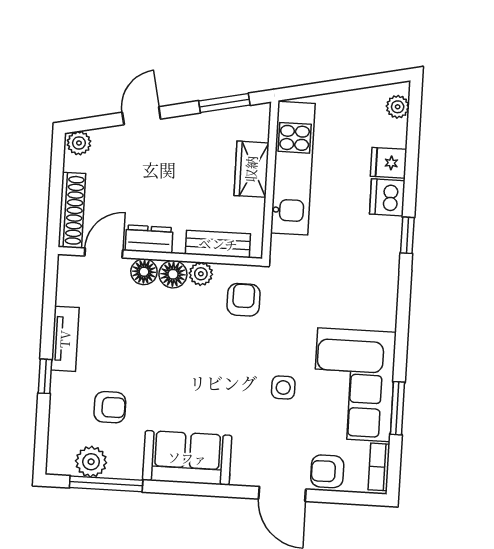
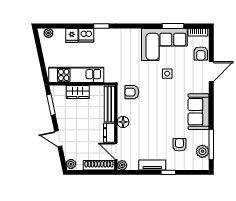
bench: (218, 244) -> (109, 104), width x1.36
floor lamp: (144, 272) -> (123, 134), removed
plant: (201, 274) -> (122, 165), moved

